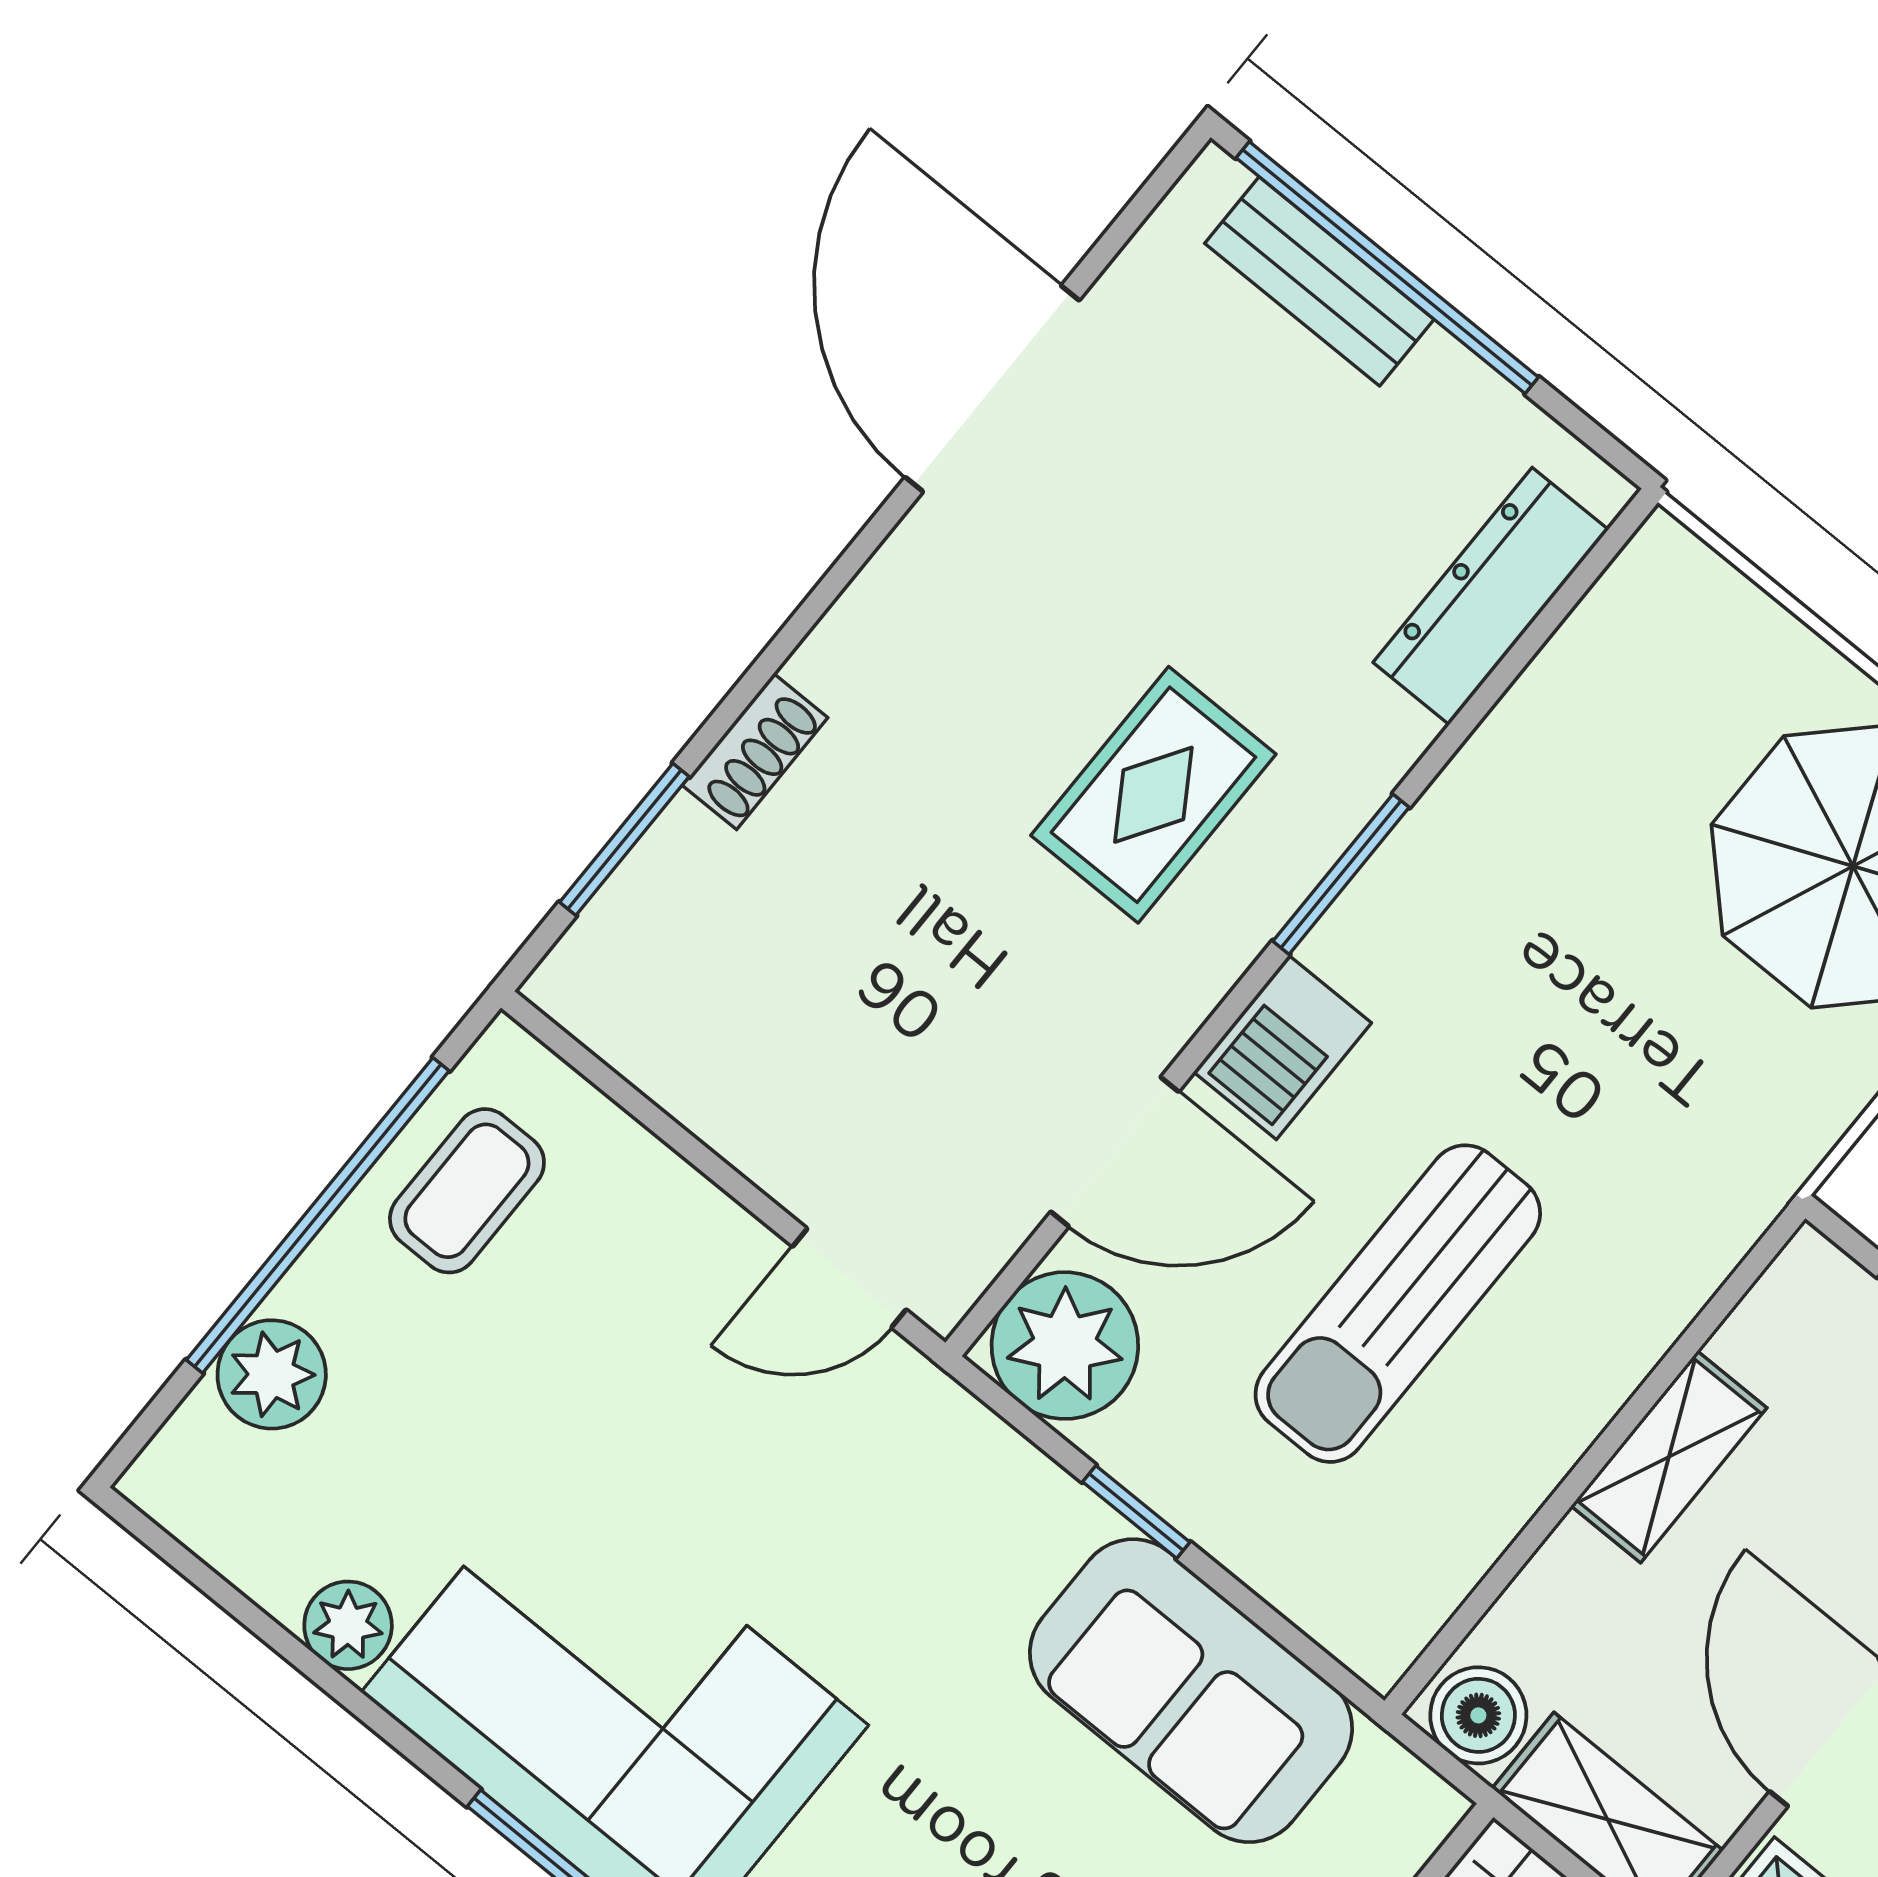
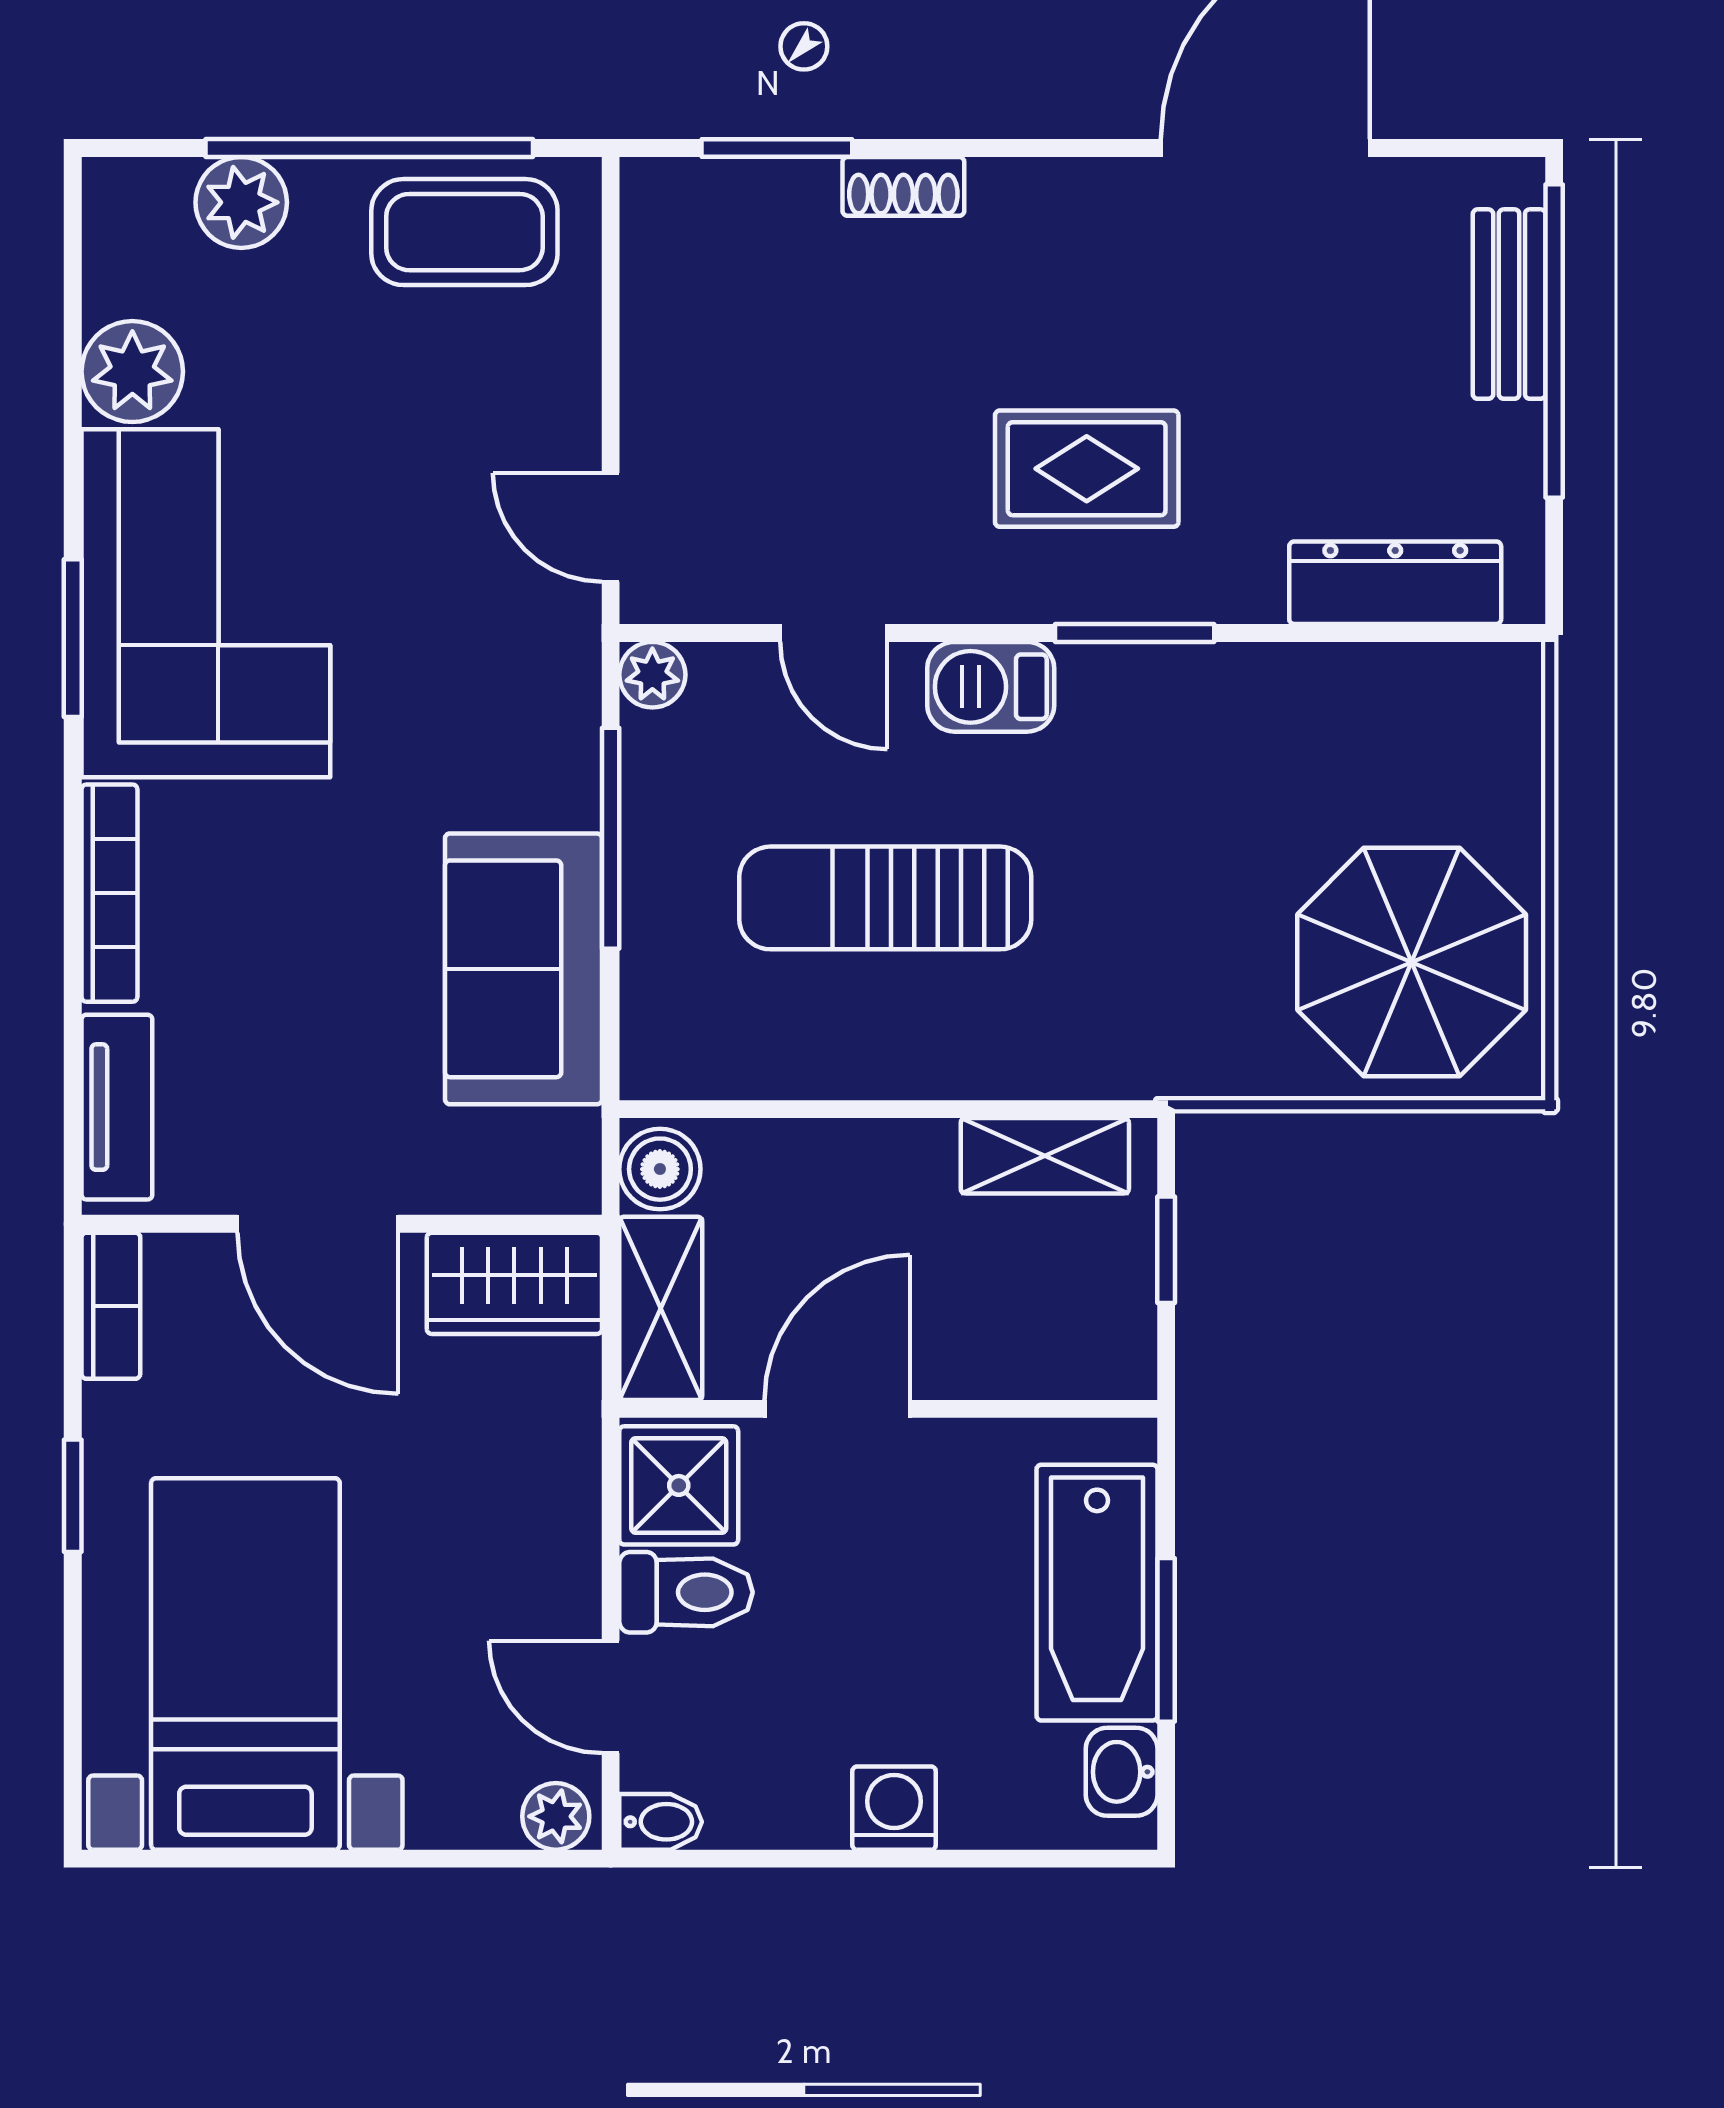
door: (1115, 1152) -> (834, 633), width x0.73
coffee table: (467, 1191) -> (464, 232), width x1.36, depth x1.30
plant: (1065, 1346) -> (652, 675), width x0.53, depth x0.53
shelving: (1669, 1457) -> (1045, 1156), moved
window: (1136, 1512) -> (611, 838), width x2.17
plant: (348, 1625) -> (132, 372), width x1.38, depth x1.38

